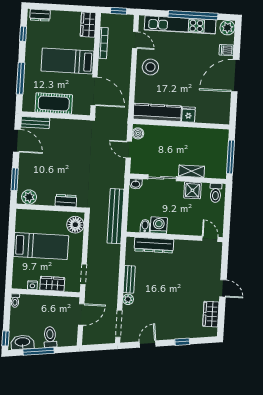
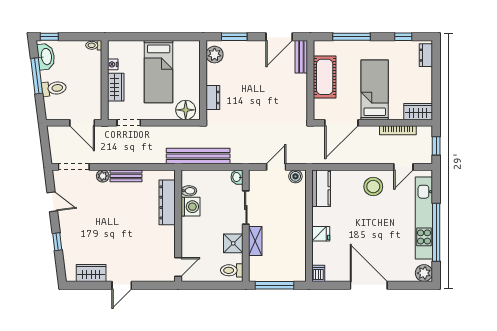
dishwasher: (226, 50) -> (318, 273), moved
kitchen counter: (157, 112) -> (321, 188), width x0.67

